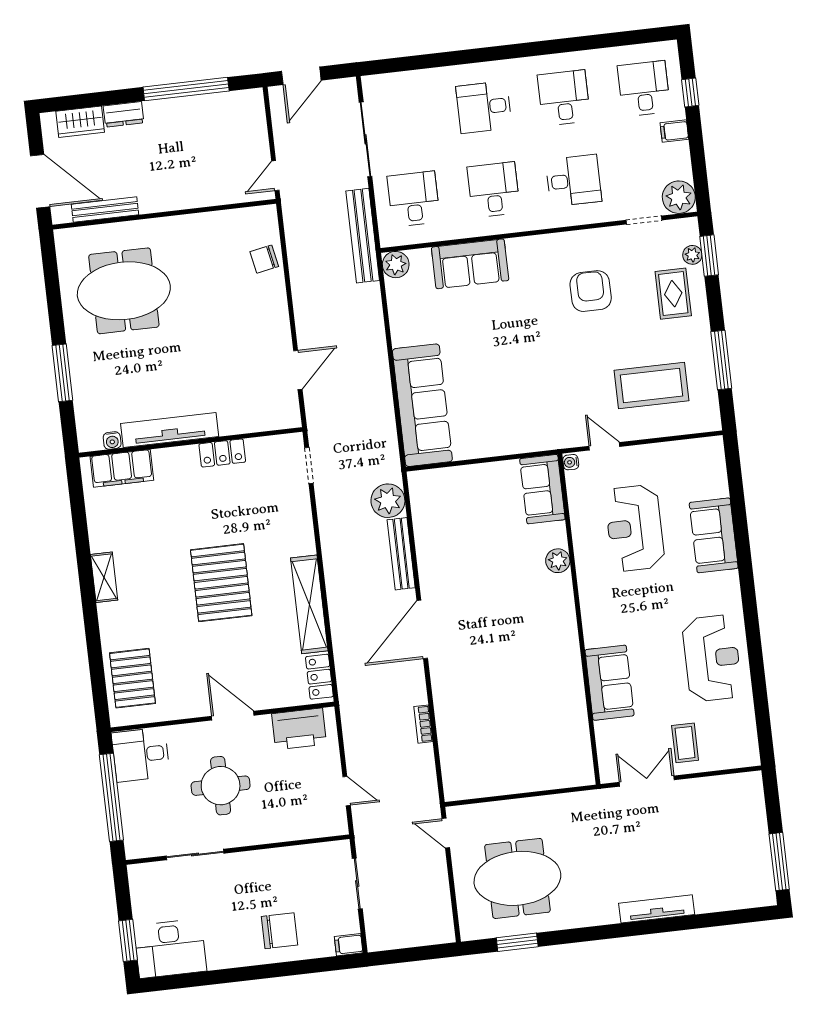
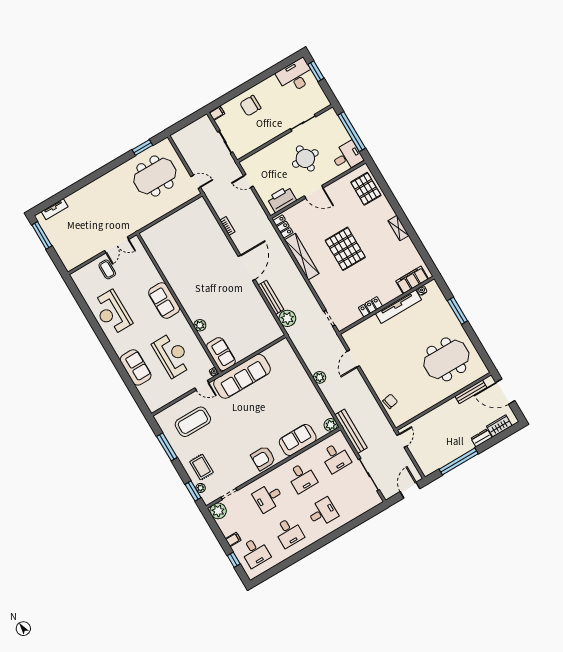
armchair: (591, 291) -> (263, 458), moved, turned 90
plant: (377, 363) -> (320, 377), added
sofa: (422, 405) -> (242, 376), moved, turned -90
sofa: (610, 683) -> (164, 301), moved
tv unit: (657, 909) -> (55, 209), moved, width x0.71

